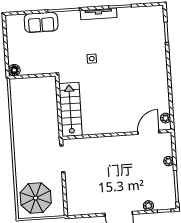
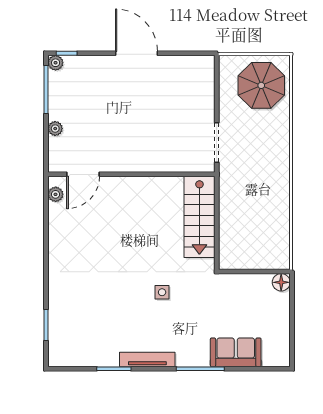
plant: (148, 206) -> (56, 63), moved

